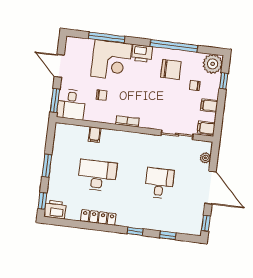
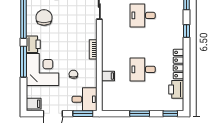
window: (107, 37) -> (23, 62), moved
filing cabinet: (73, 45) -> (34, 104), added
desk: (97, 175) -> (143, 69), width x0.73
printer: (55, 209) -> (176, 89), moved

